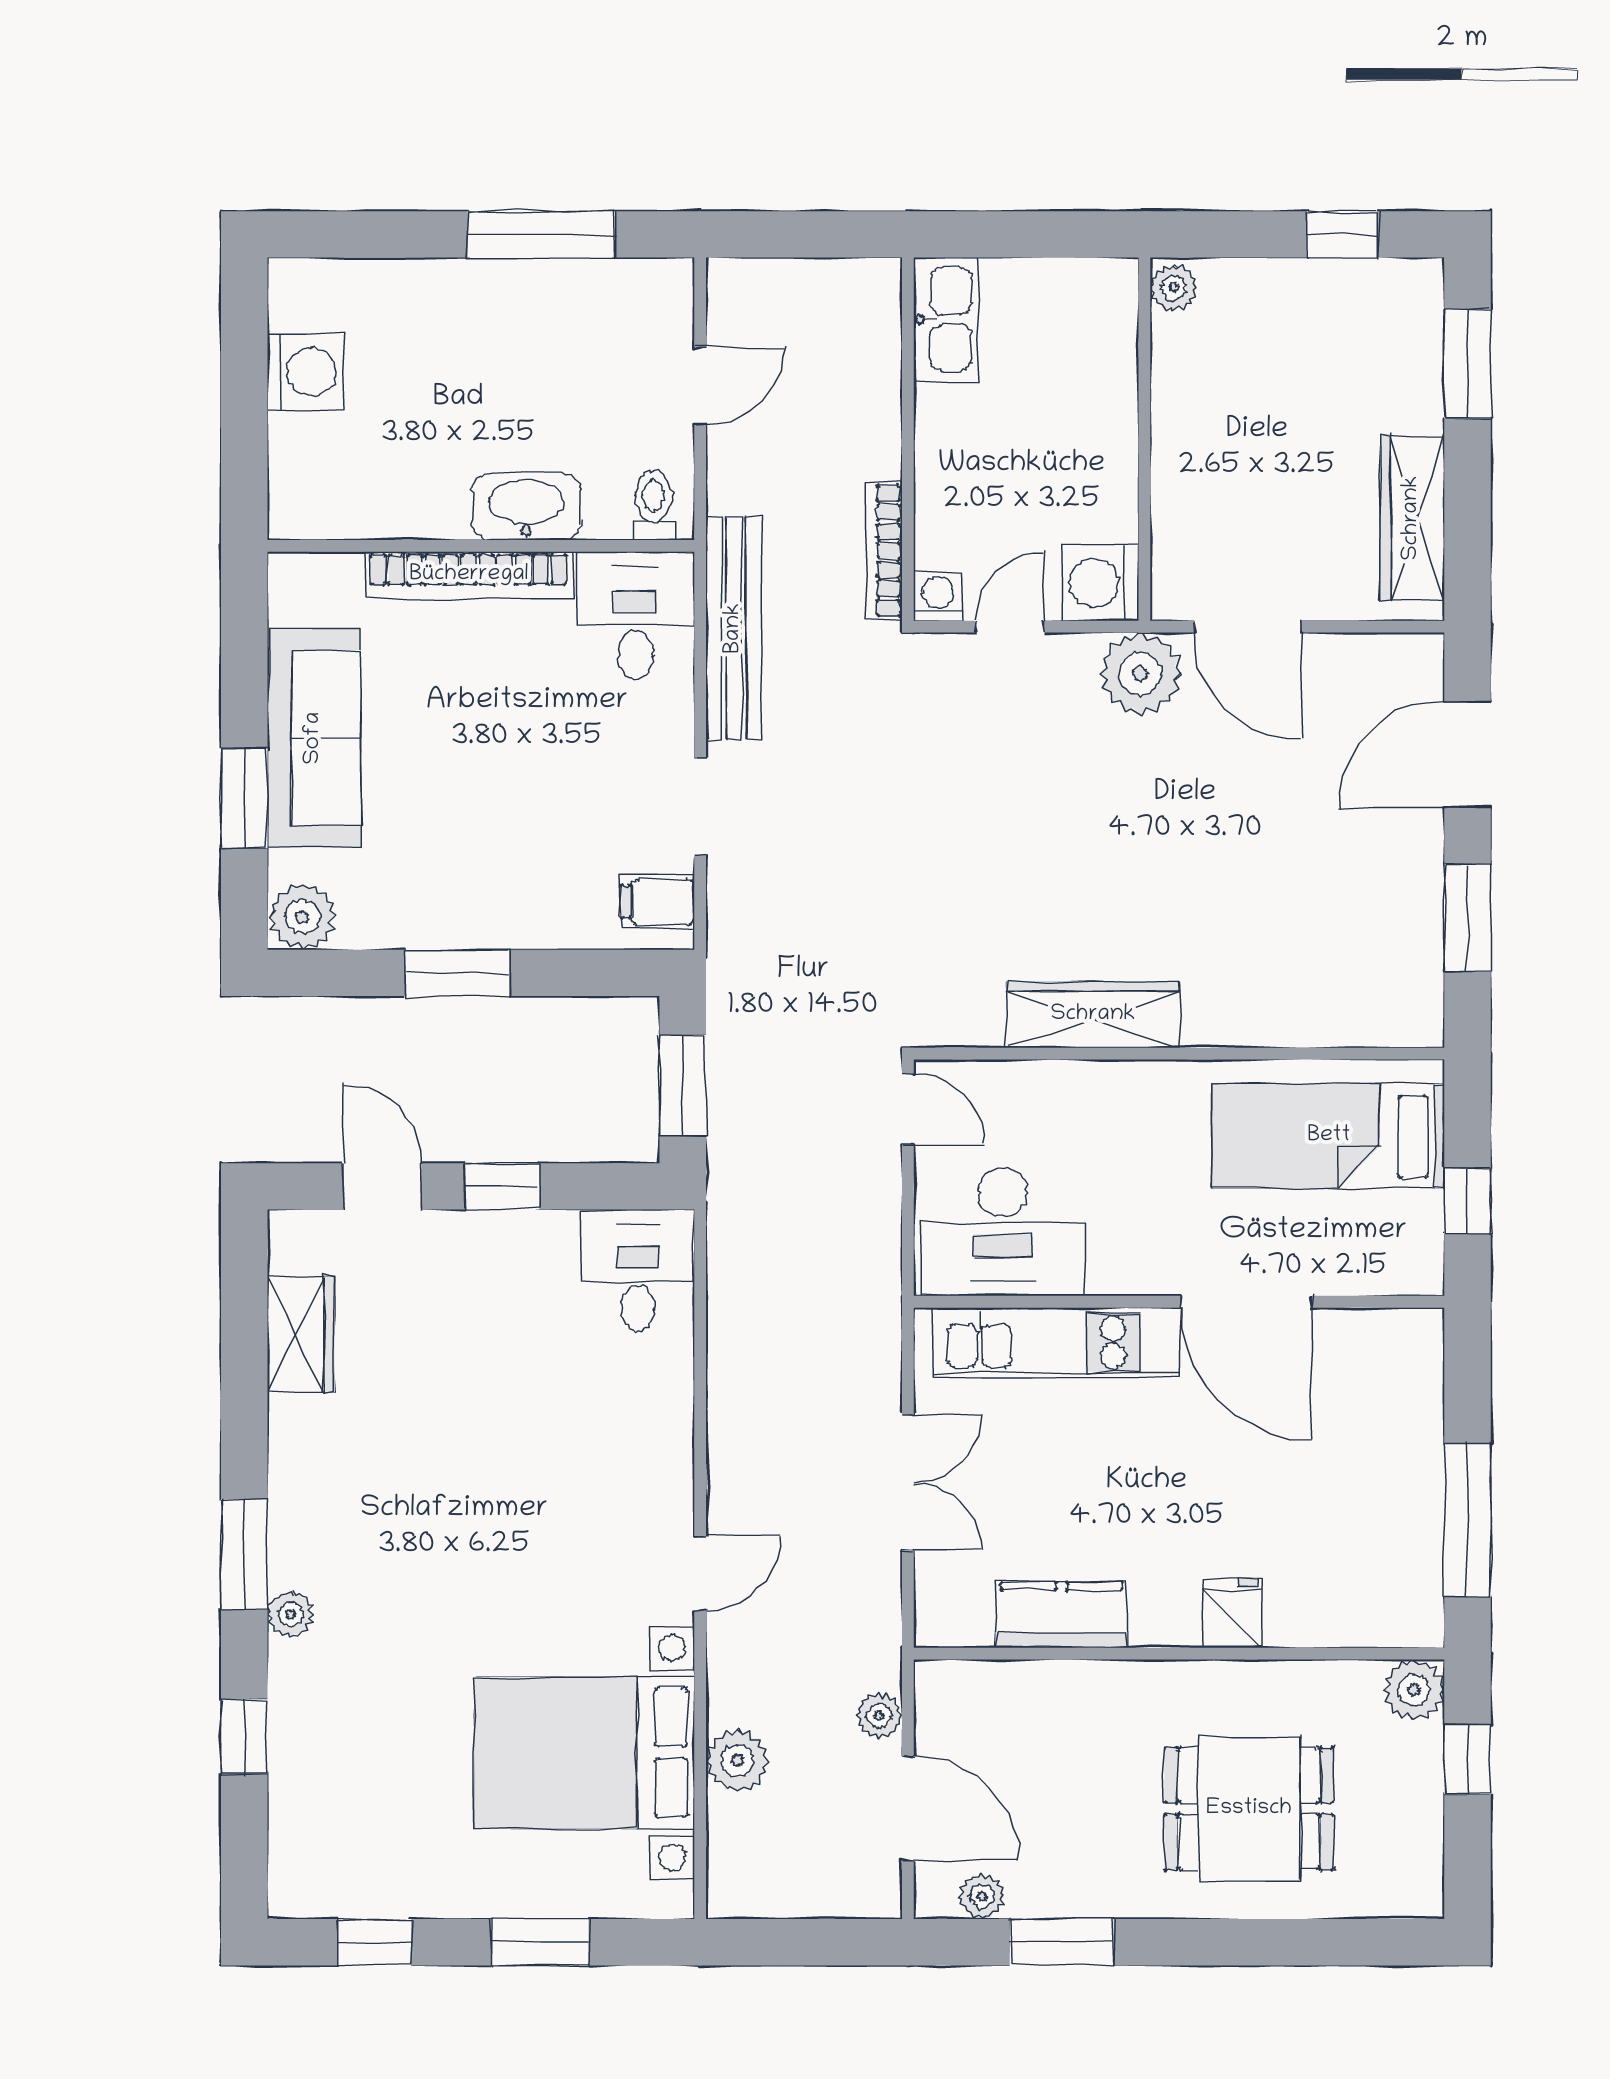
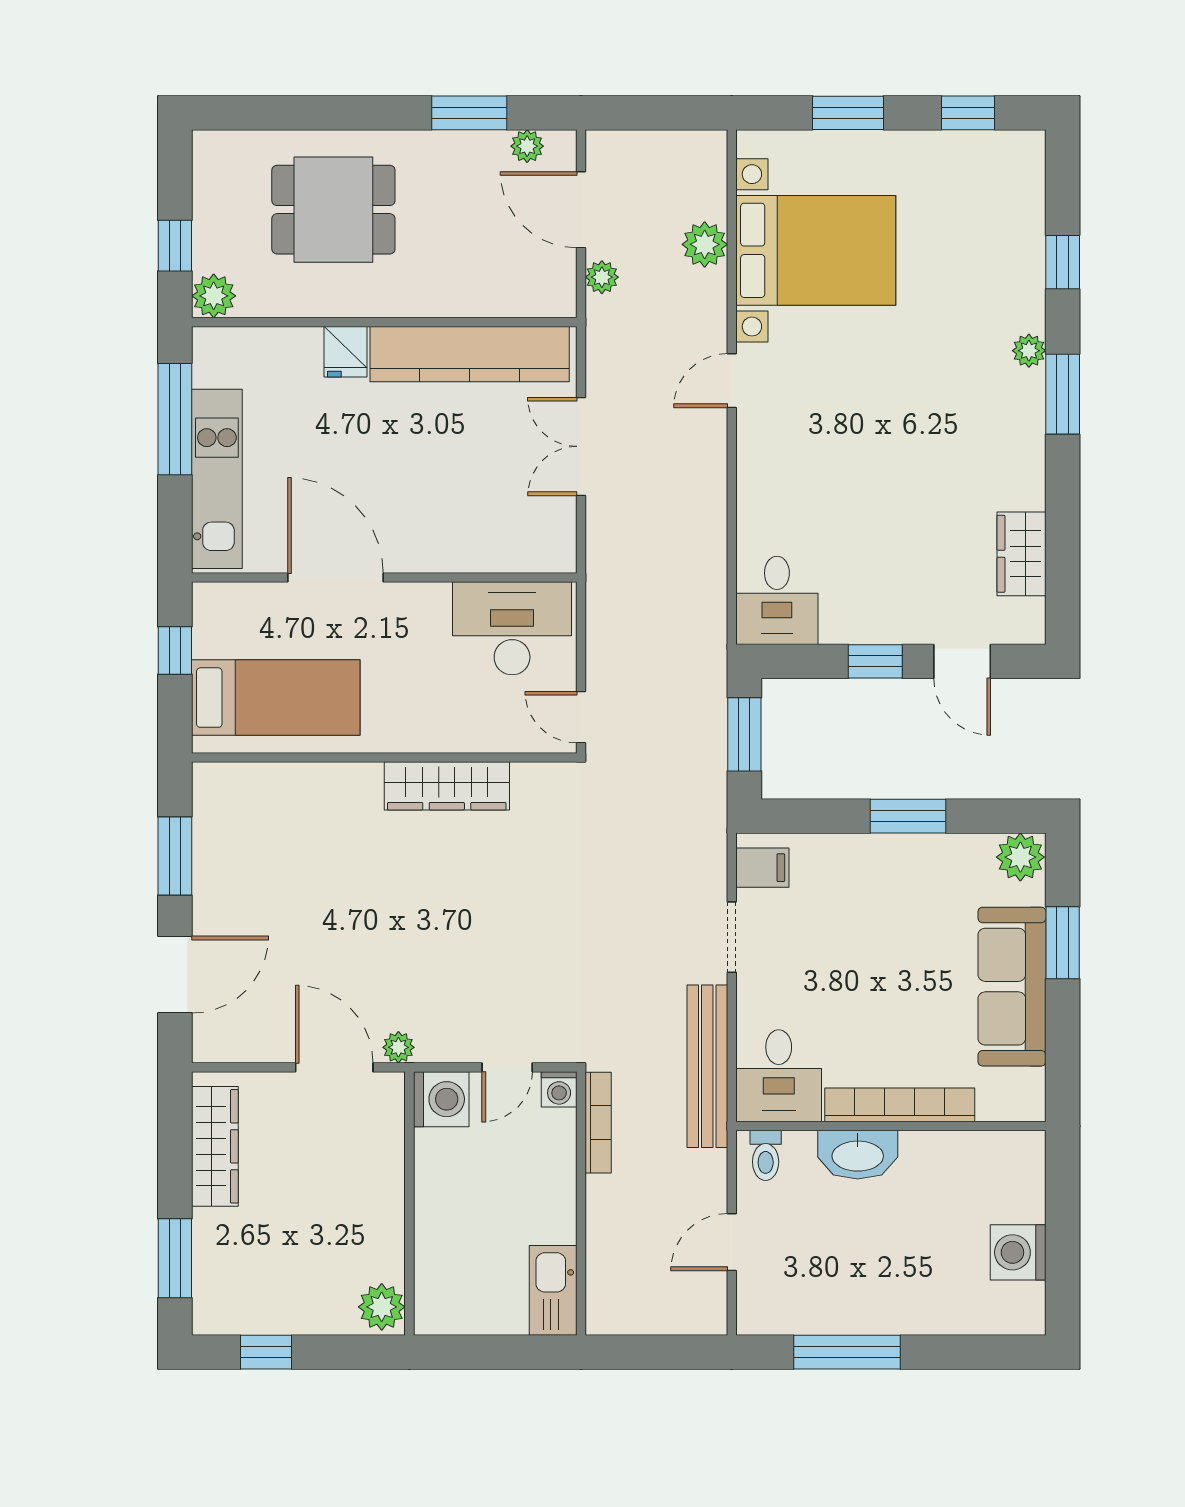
plant: (1174, 288) -> (382, 1307), width x1.38, depth x1.38
plant: (1140, 674) -> (398, 1047), width x0.53, depth x0.53
kitchen unit: (1056, 1342) -> (217, 479), moved, turned 90
kitchen counter: (1061, 1615) -> (470, 354), width x2.08, depth x1.17

